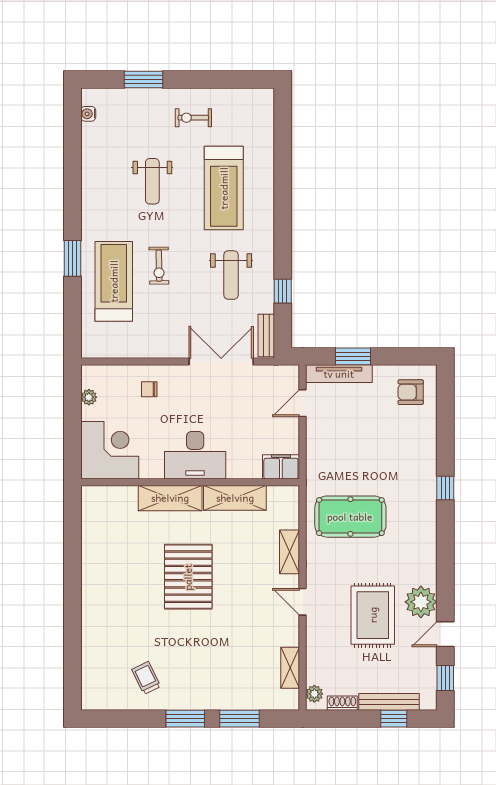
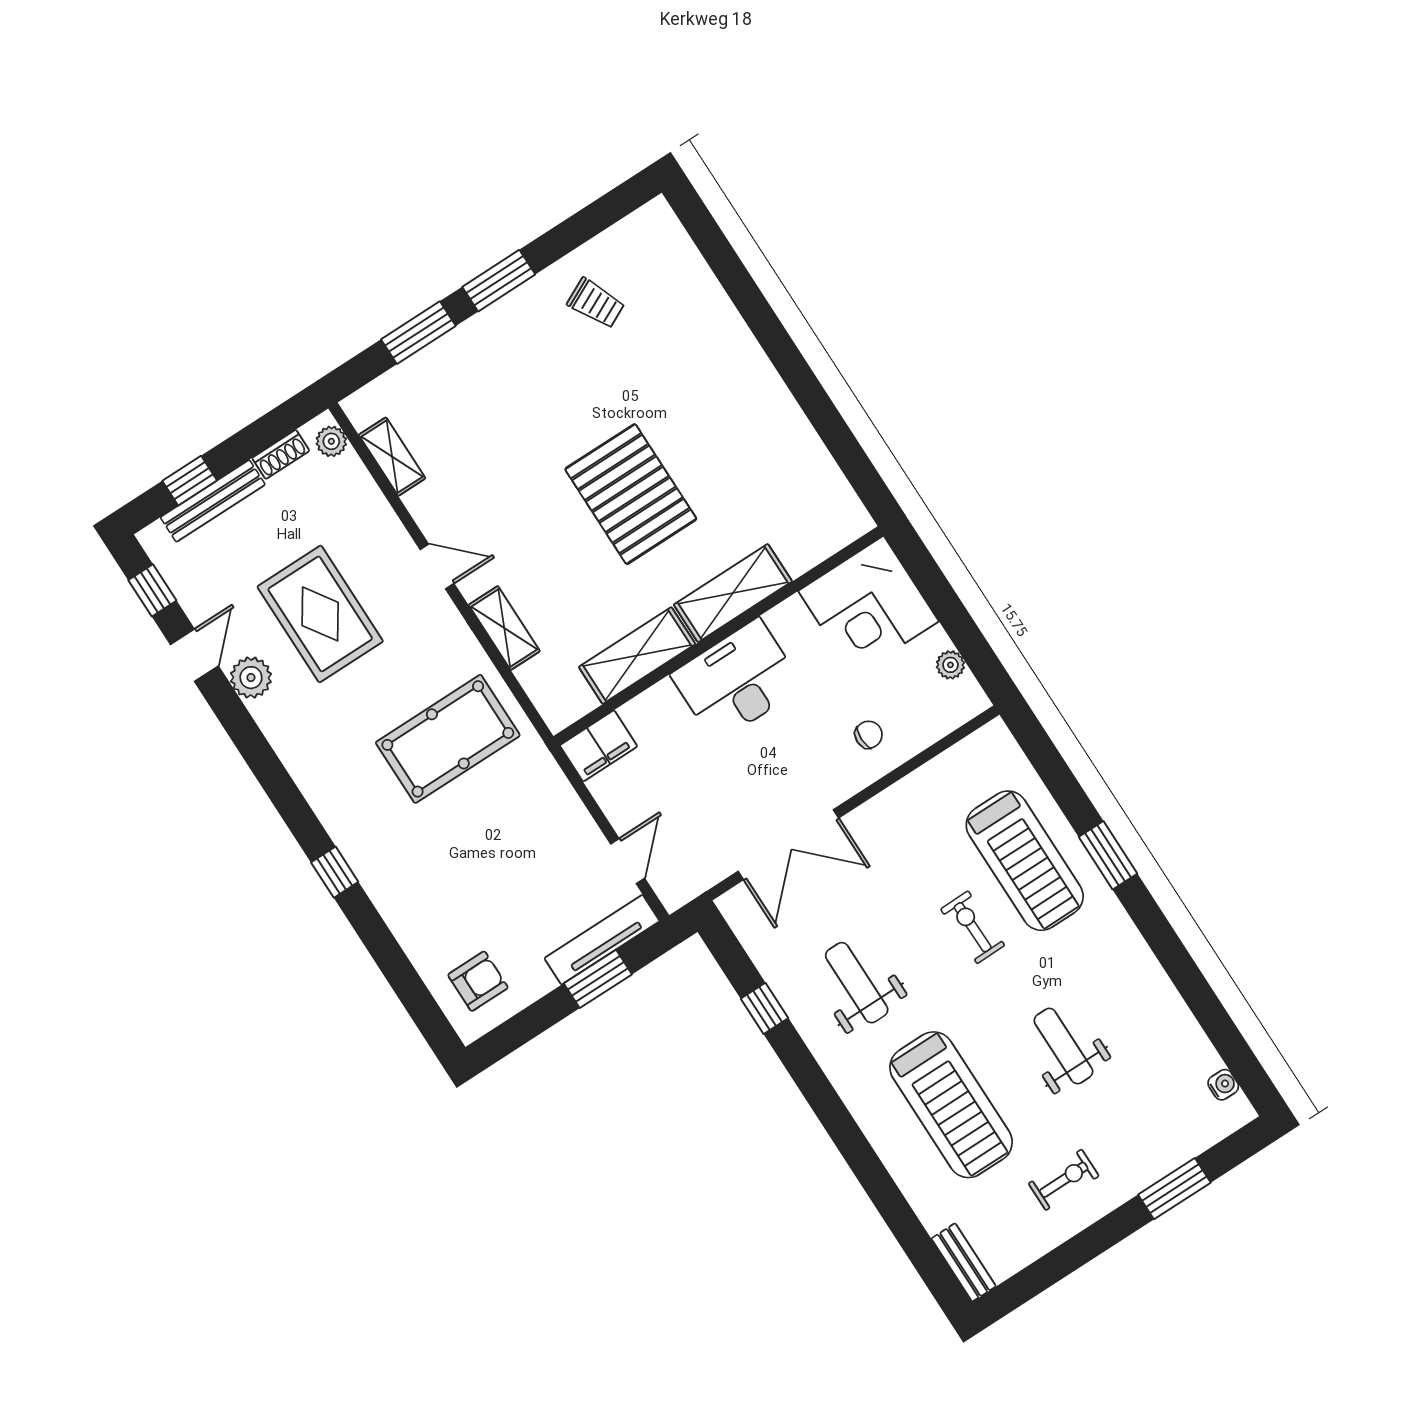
treadmill: (224, 188) -> (951, 1105), turned 180
bench: (266, 335) -> (964, 1262), moved
plant: (421, 602) -> (251, 678), width x0.73, depth x0.73

